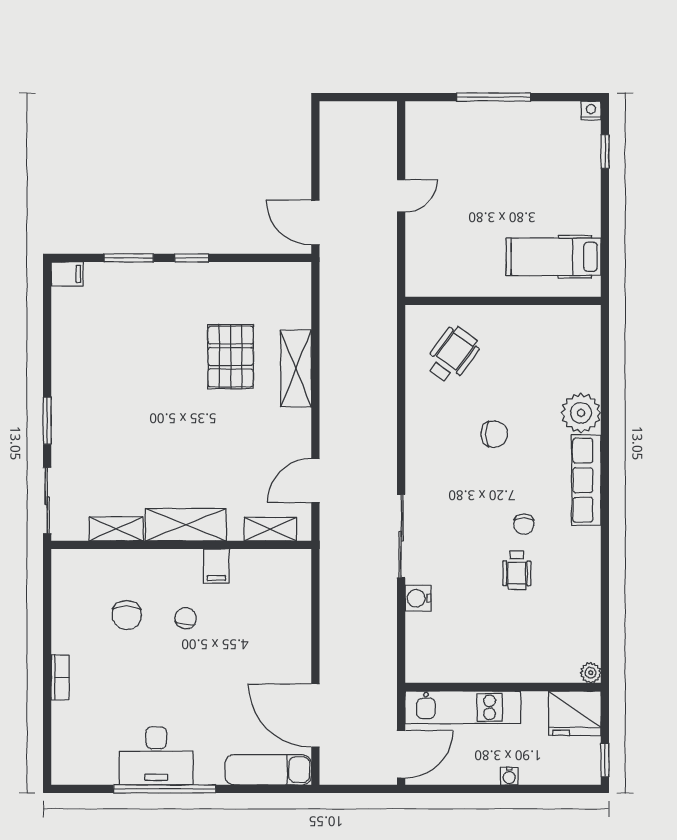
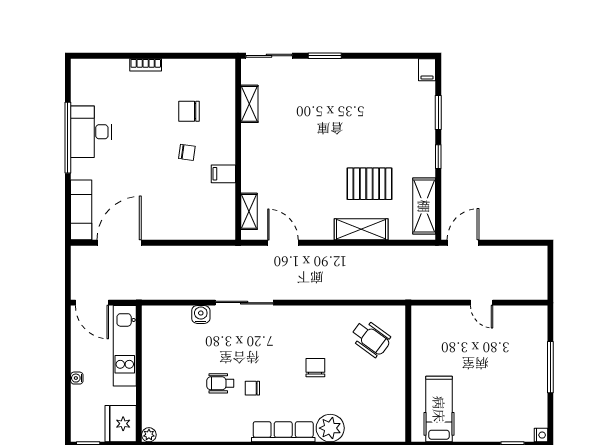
chair: (494, 434) -> (315, 368), turned 180
shelving: (186, 525) -> (424, 206), moved

